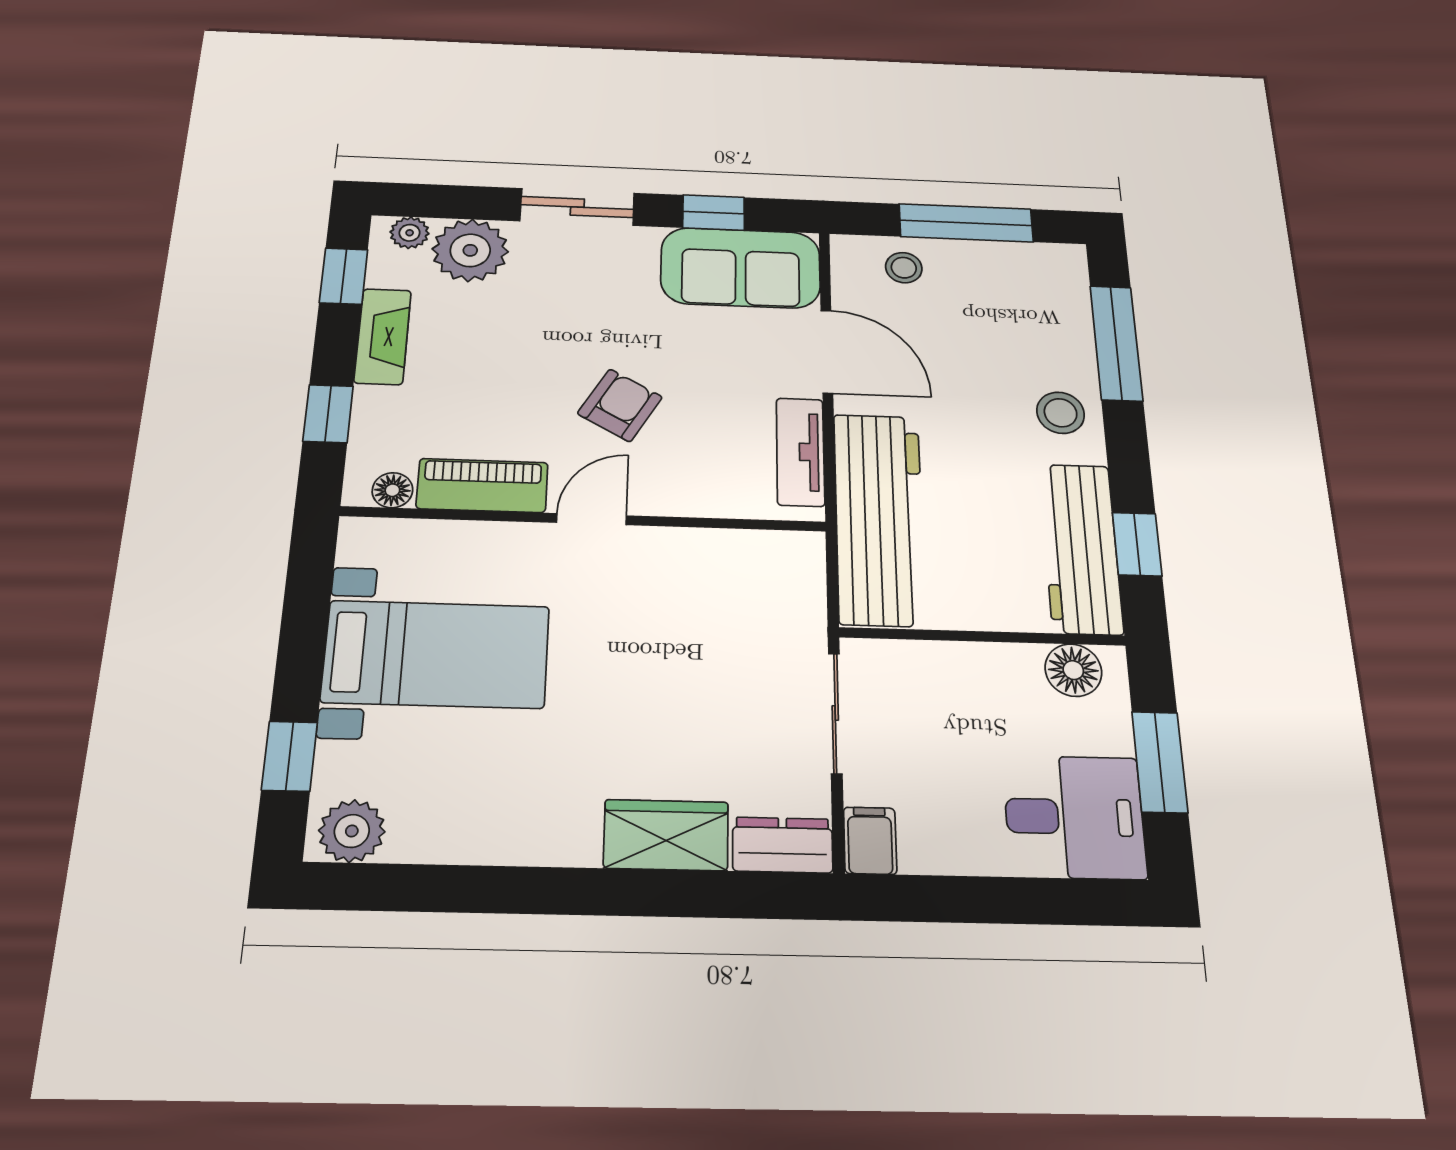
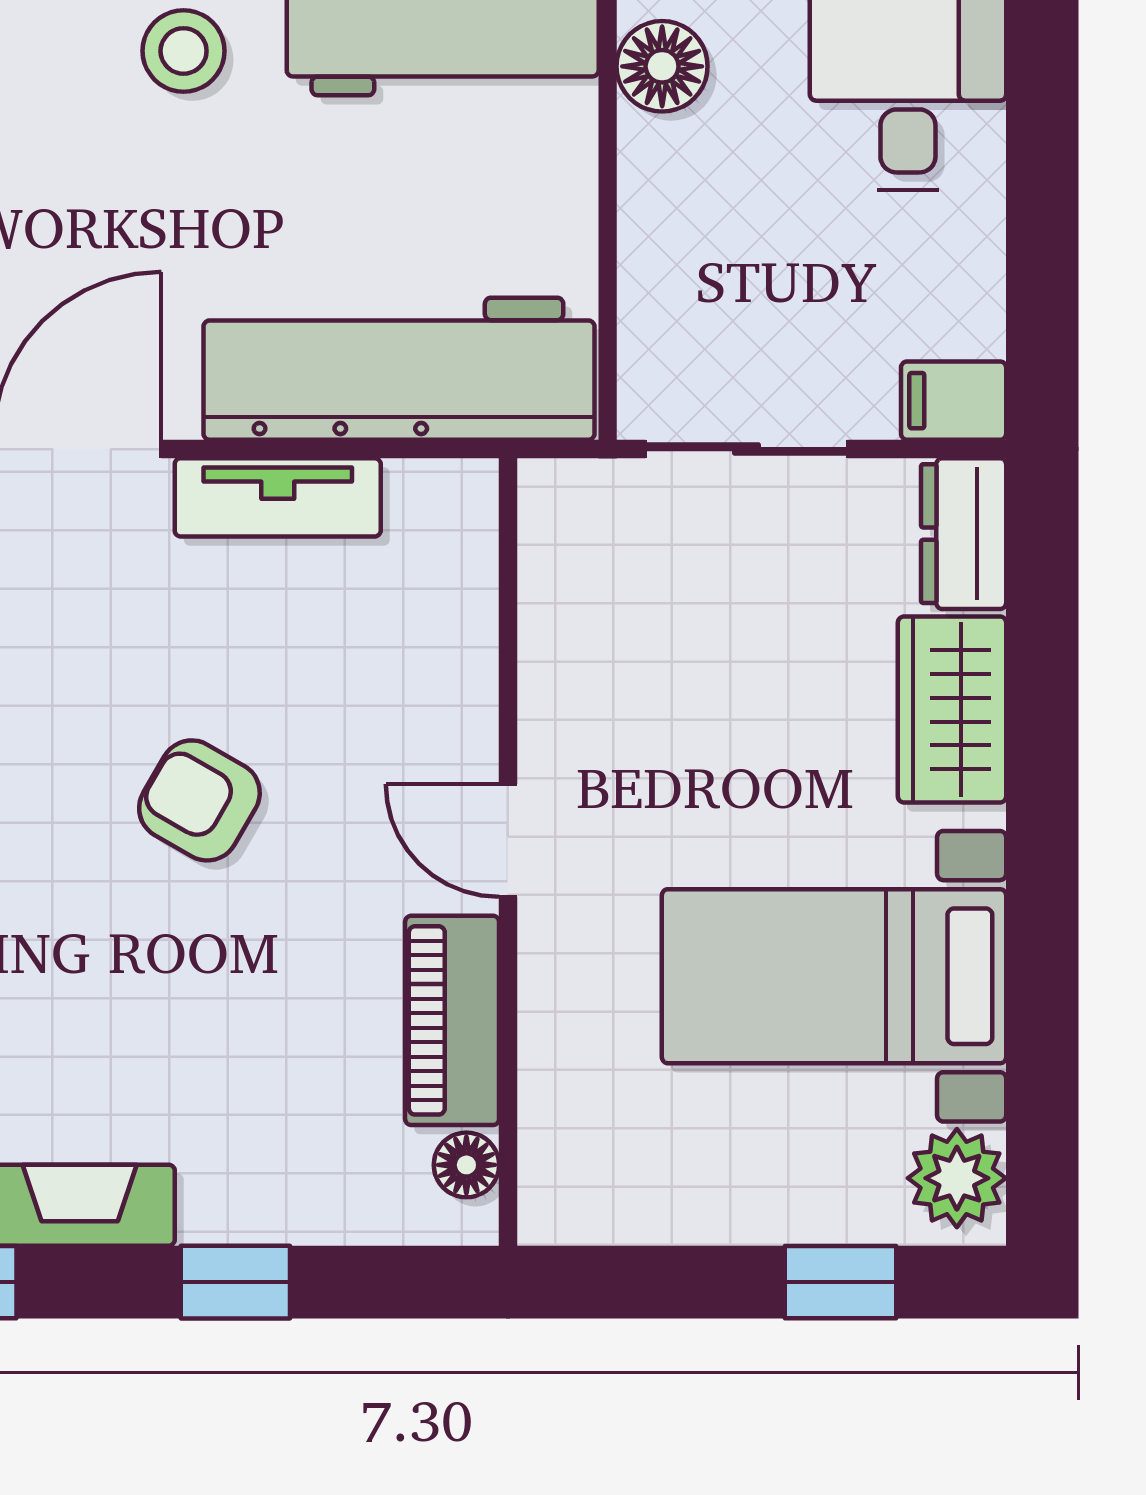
piano: (482, 485) -> (452, 1020), moved
floor lamp: (392, 490) -> (466, 1165), moved
wall: (584, 519) -> (508, 852), moved
door: (591, 519) -> (508, 840), moved
bed with nightstands: (436, 654) -> (834, 976), moved, turned -90

